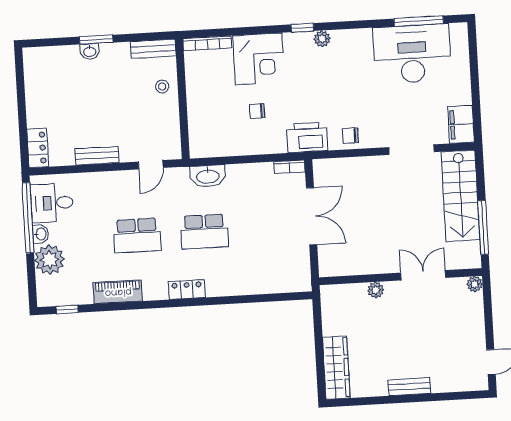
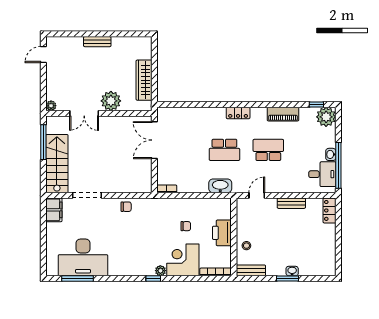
plant: (322, 39) -> (160, 271), moved
printer: (307, 137) -> (222, 233), moved, turned 90
double door: (312, 216) -> (154, 140), moved
school desk: (204, 232) -> (224, 150), turned 180
plant: (49, 260) -> (326, 117), moved
plant: (376, 290) -> (111, 101), width x1.88, depth x1.88
wardrobe: (336, 368) -> (144, 80), moved

